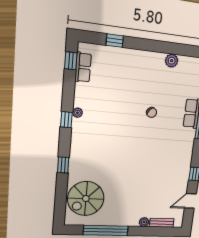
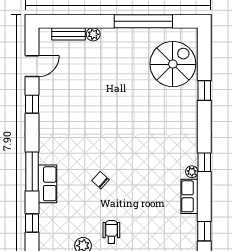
row of seats: (83, 67) -> (190, 196), moved
wheelchair: (148, 69) -> (111, 232), added
window: (63, 165) -> (204, 90), moved

